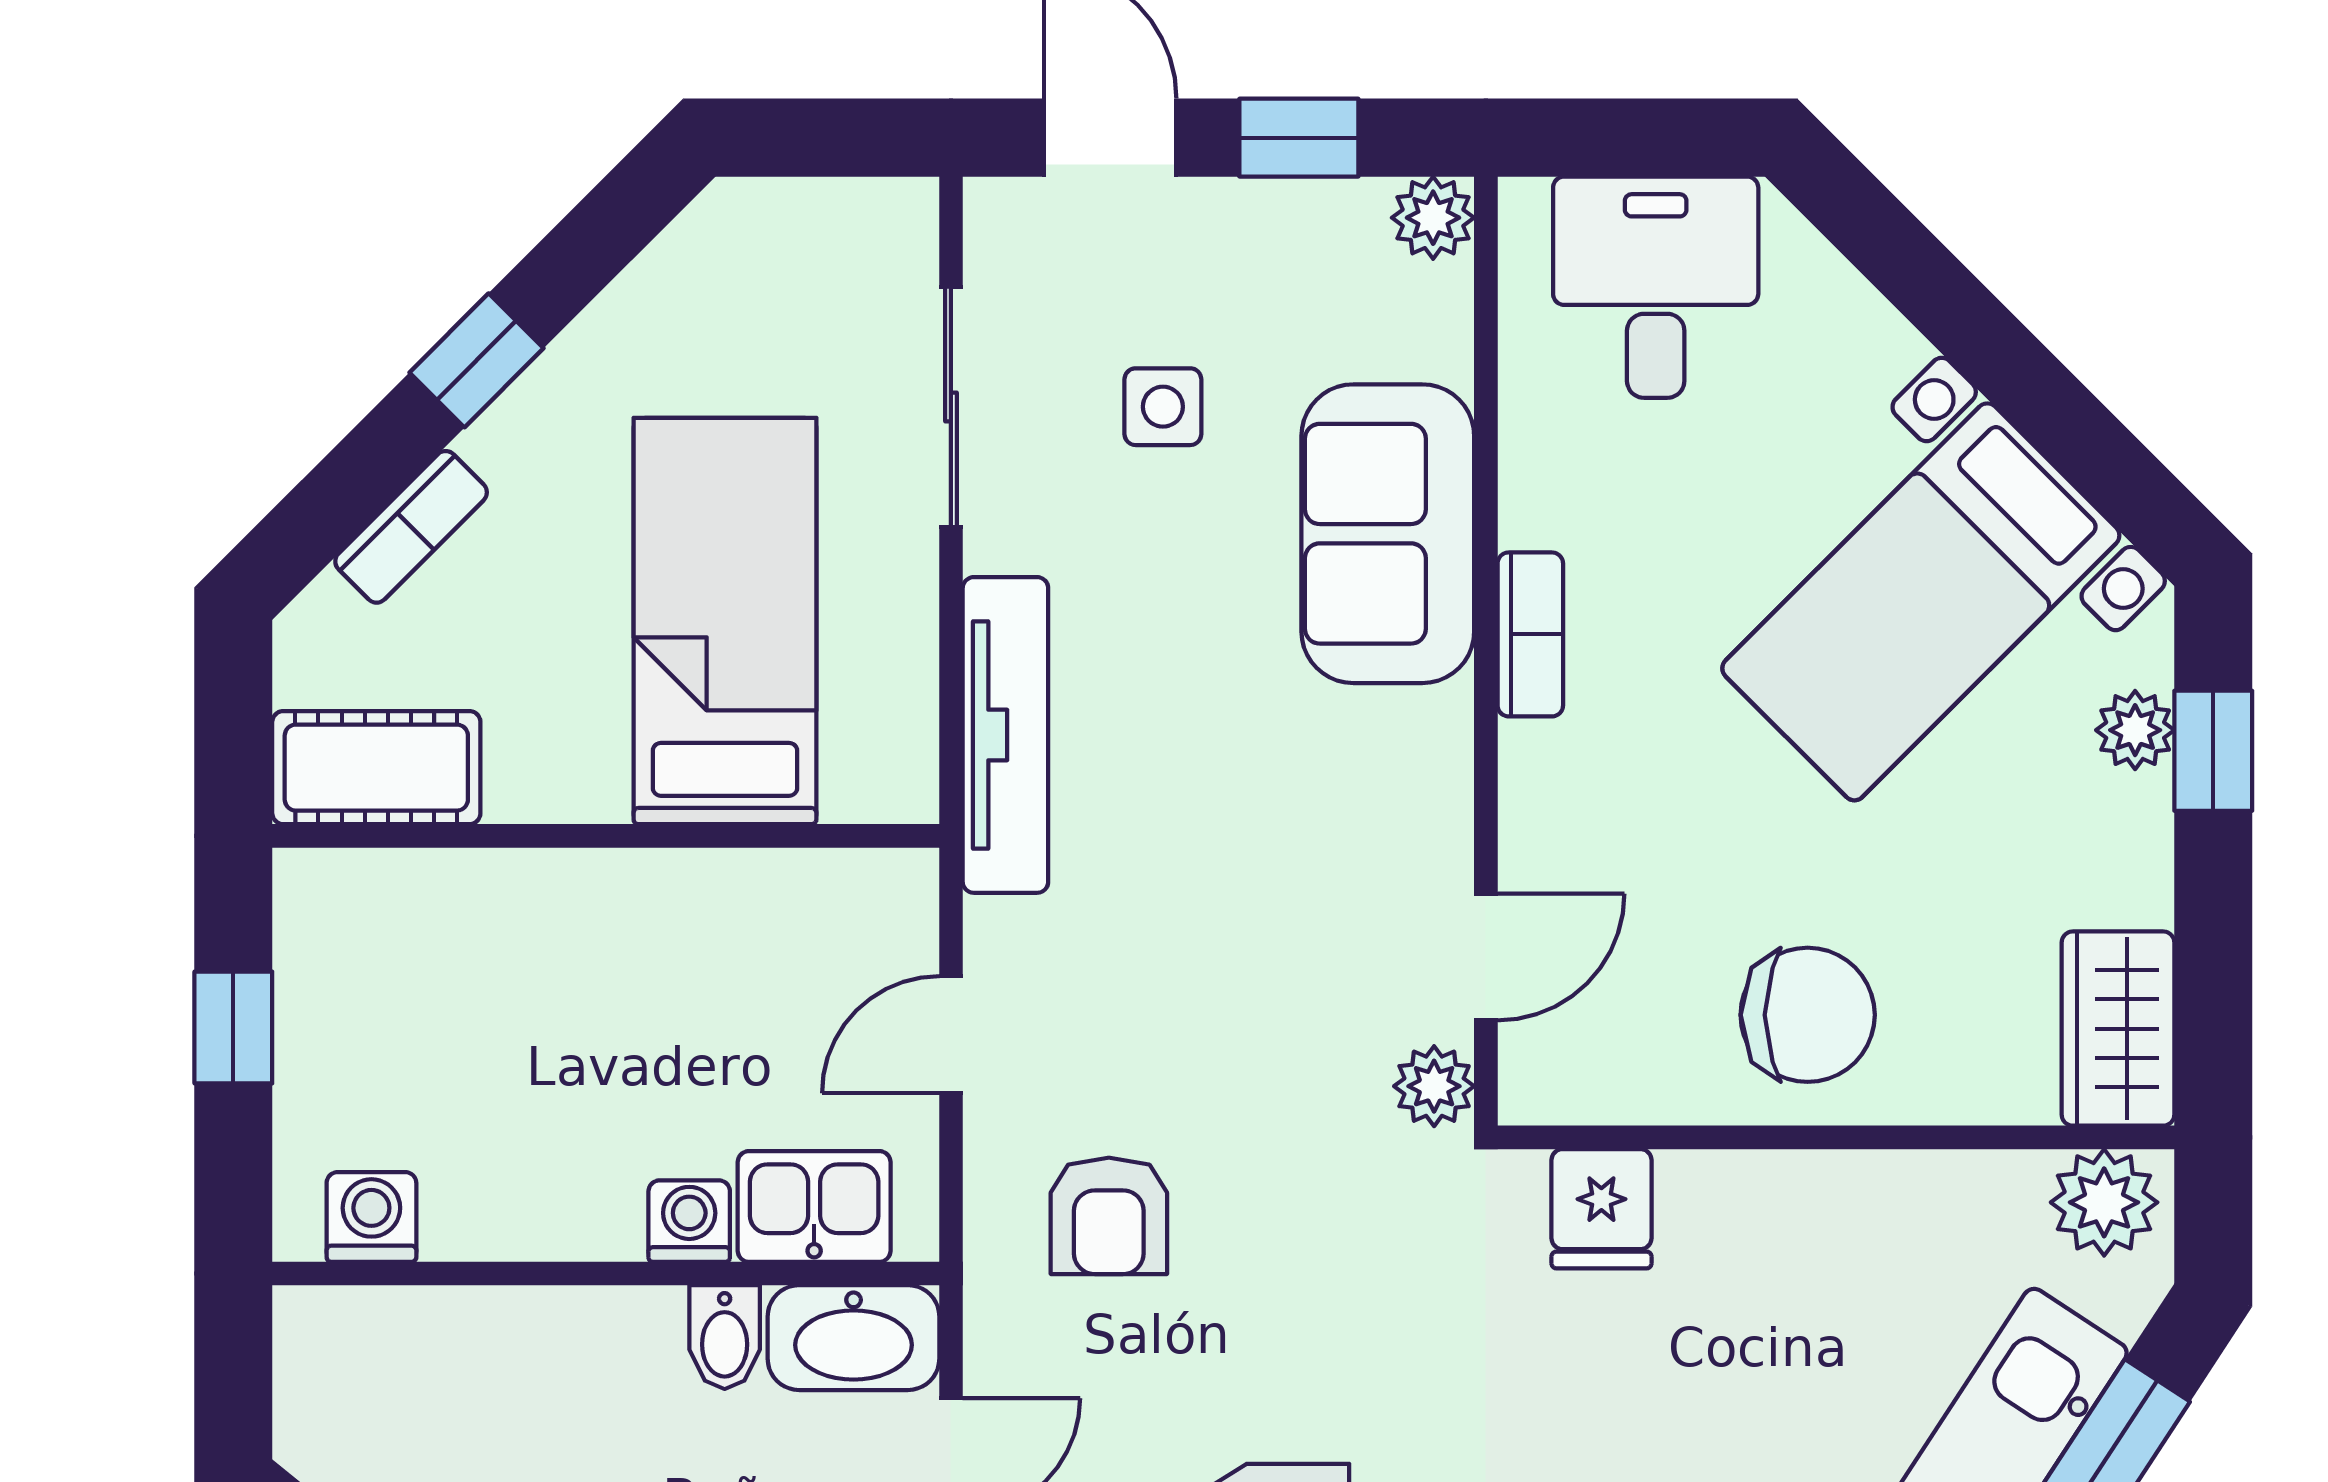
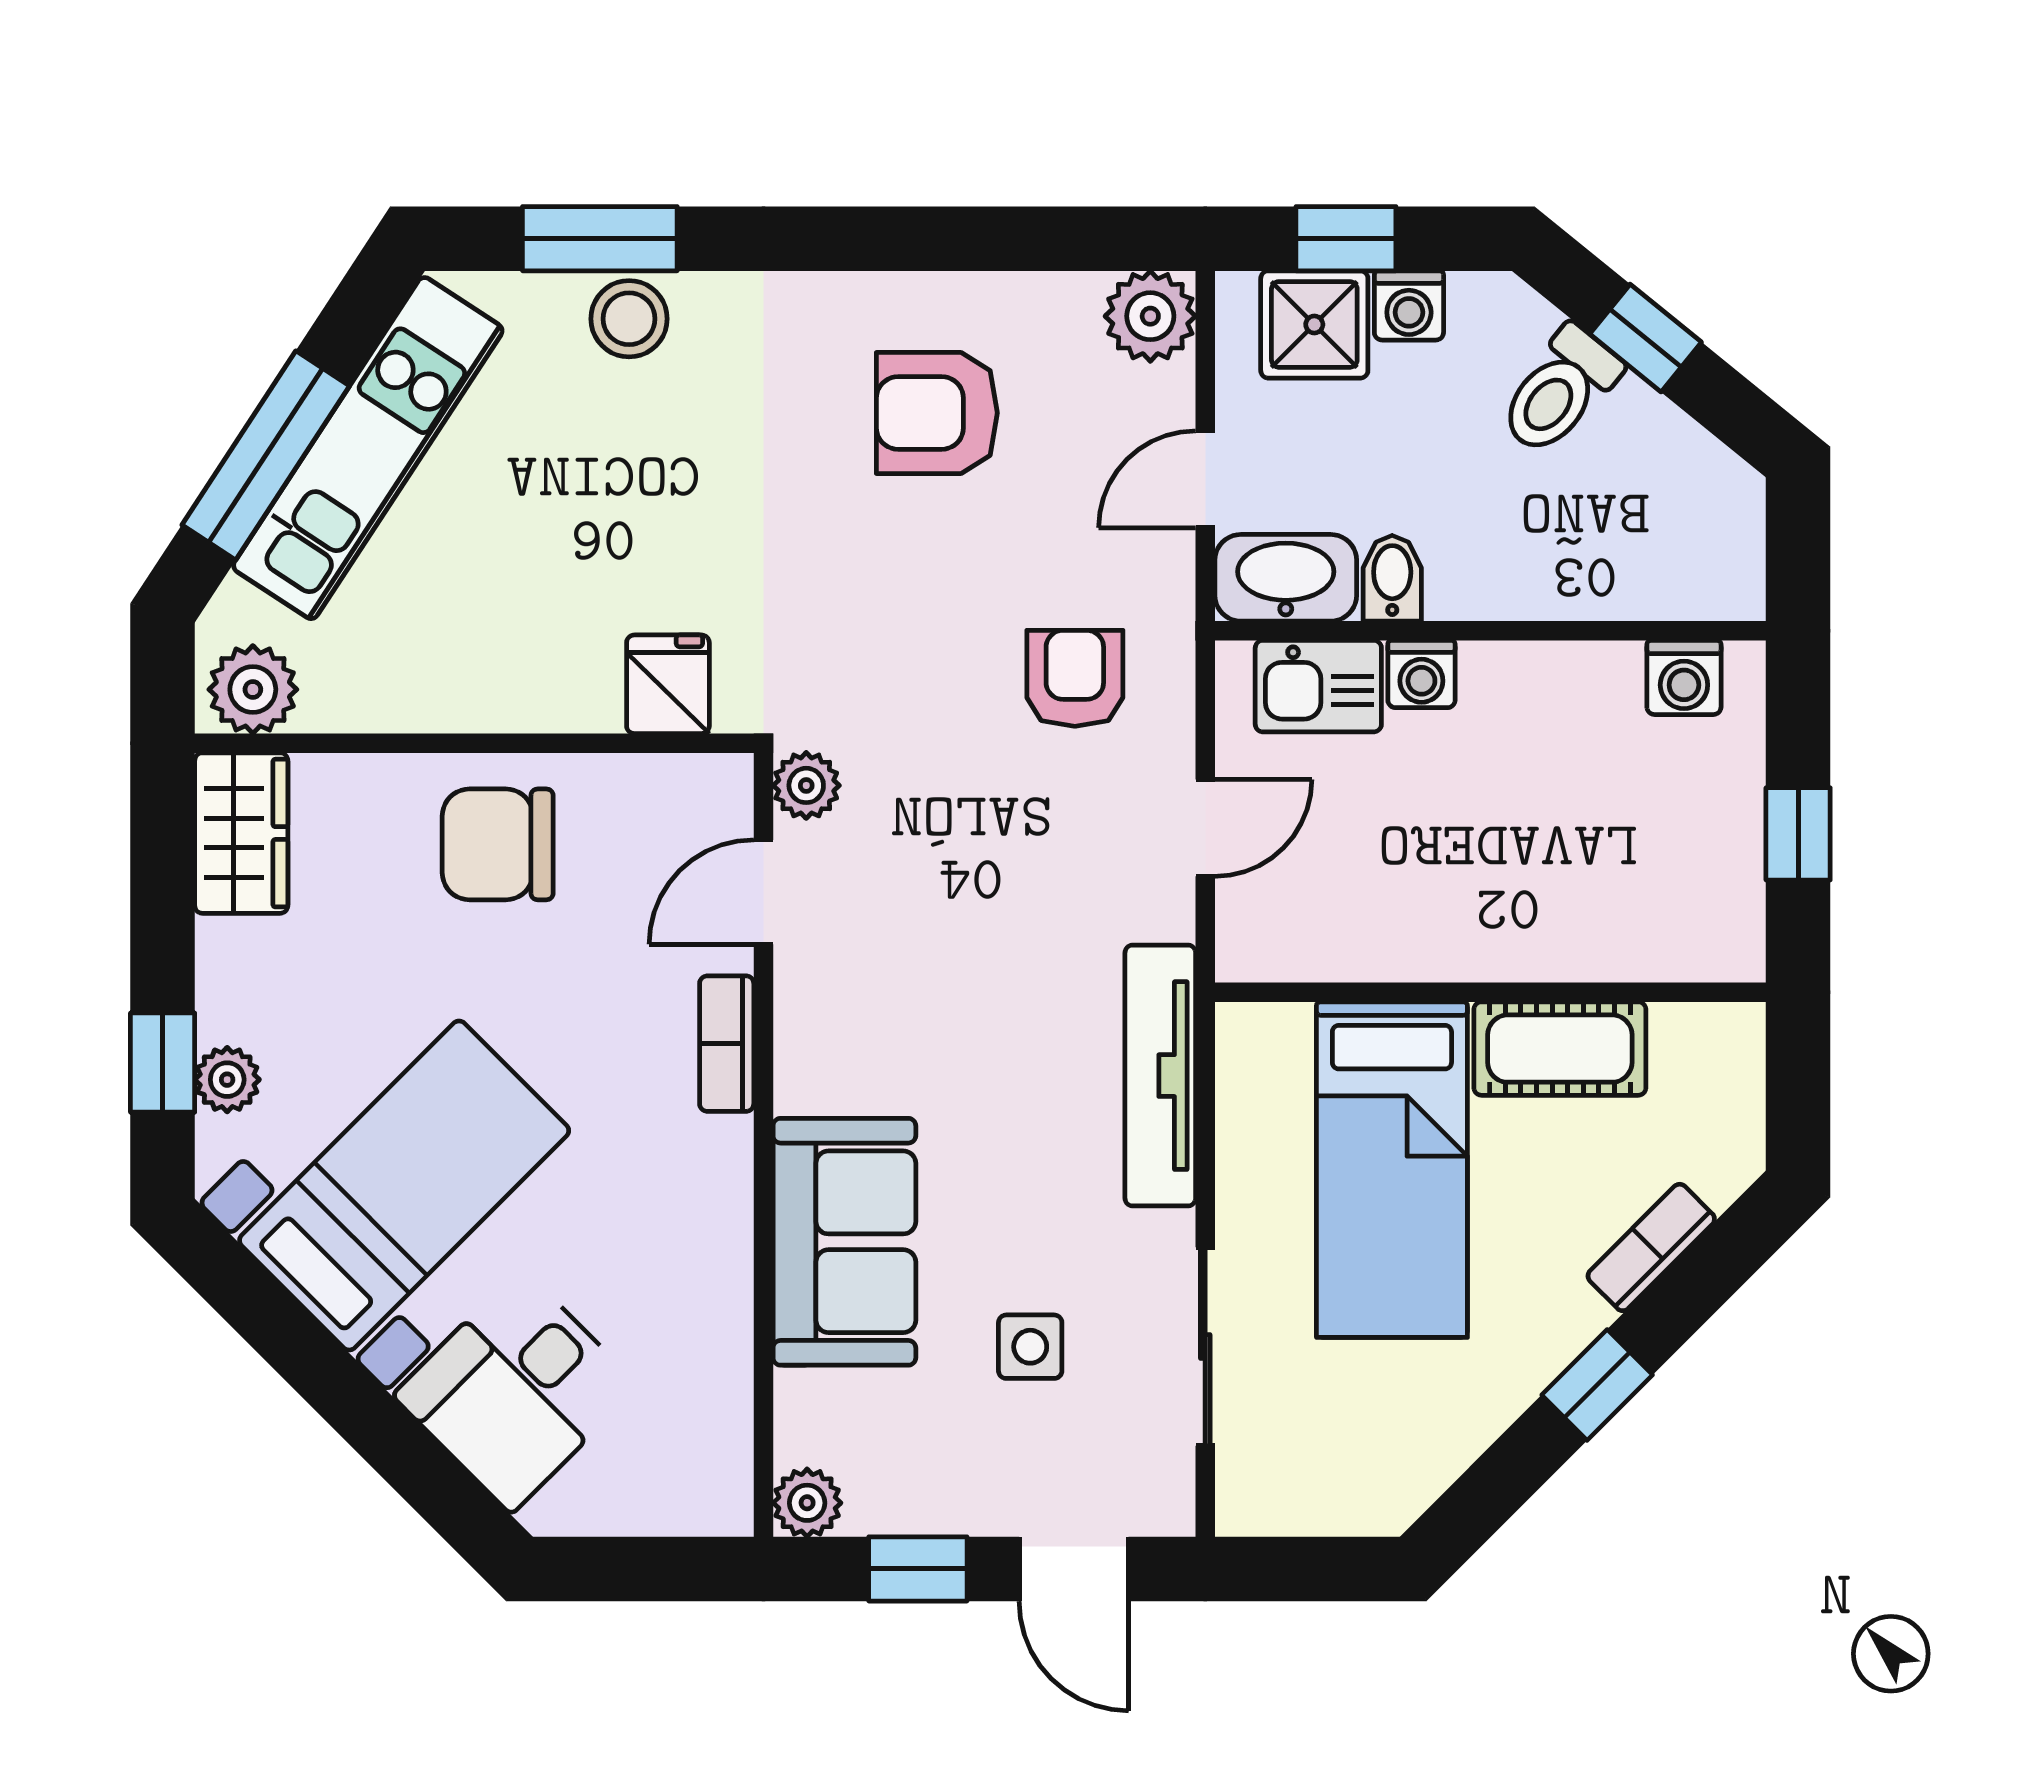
desk: (1656, 287) -> (516, 1391), moved, turned 45
bookcase: (1530, 634) -> (727, 1044), moved
cot: (376, 768) -> (1560, 1049), moved

